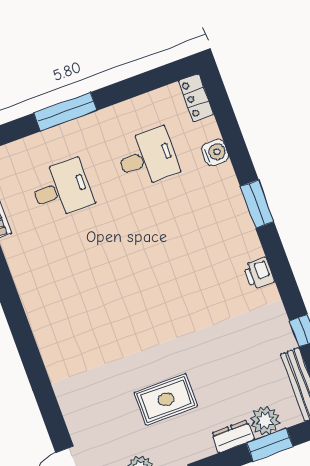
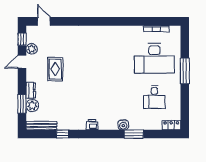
water cooler: (215, 152) -> (123, 125), moved
desk: (62, 189) -> (154, 58), width x1.87, depth x1.30
window: (257, 204) -> (134, 134), moved

